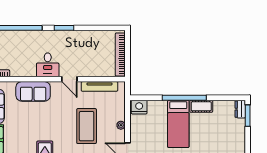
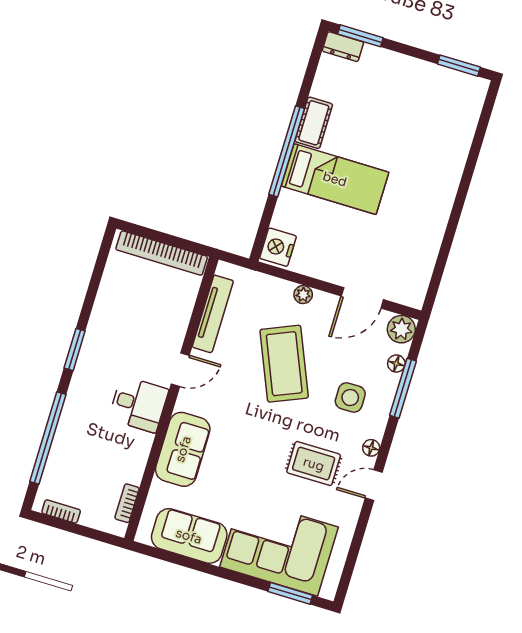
coffee table: (87, 126) -> (284, 364), turned 67

